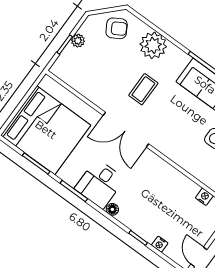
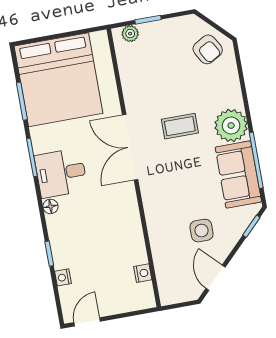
plant: (78, 41) -> (130, 34), moved
plant: (153, 45) -> (231, 126), moved

